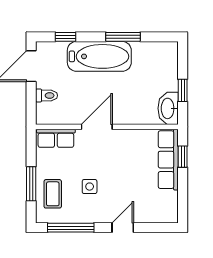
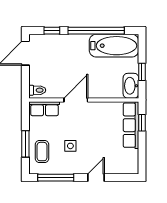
window: (123, 37) -> (96, 31), width x2.11
bathtub: (99, 56) -> (114, 46), moved
toilet: (47, 95) -> (37, 90), moved

